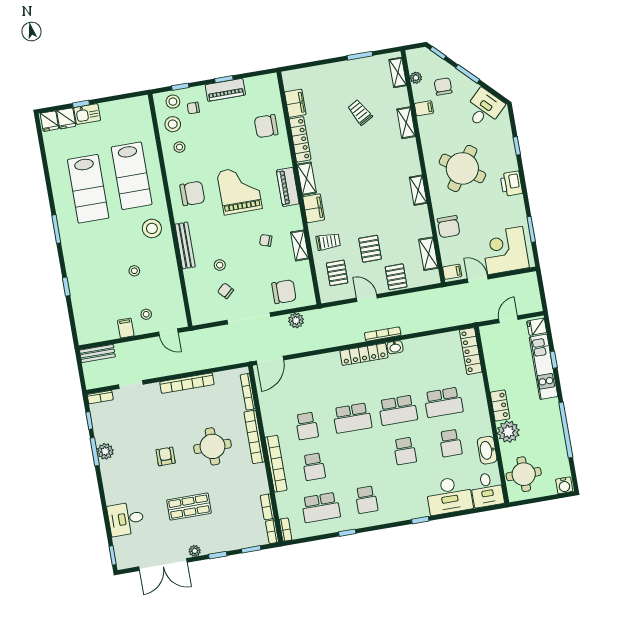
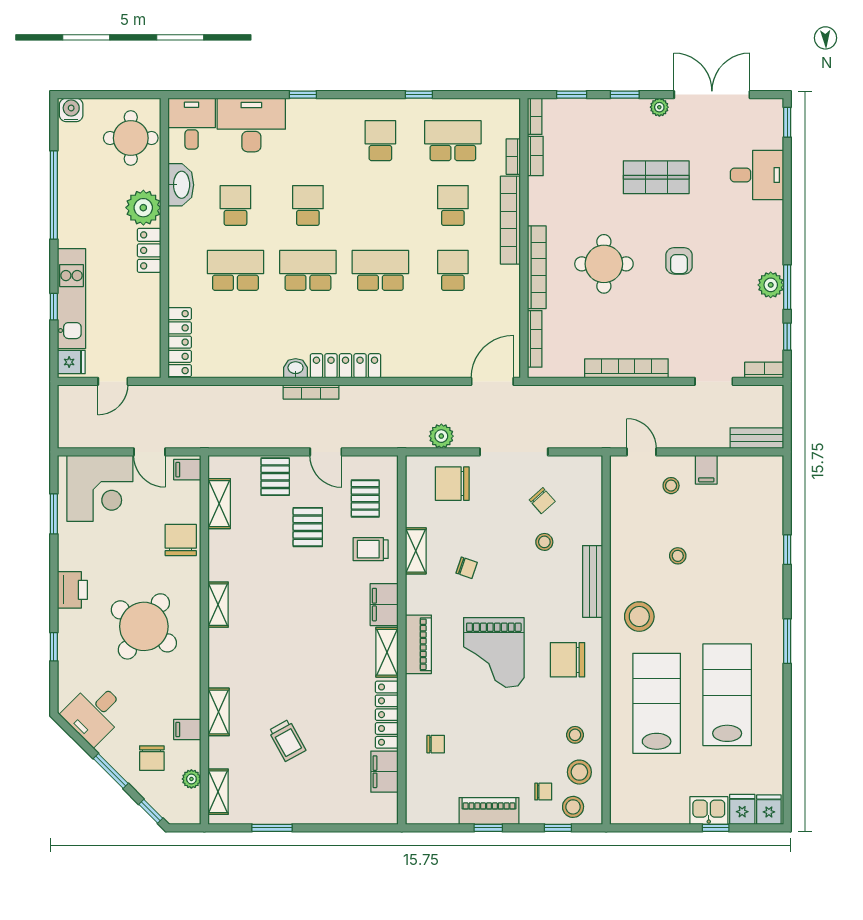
chair: (266, 126) -> (436, 744), width x0.54, depth x0.54
bookcase: (286, 530) -> (513, 157), moved

